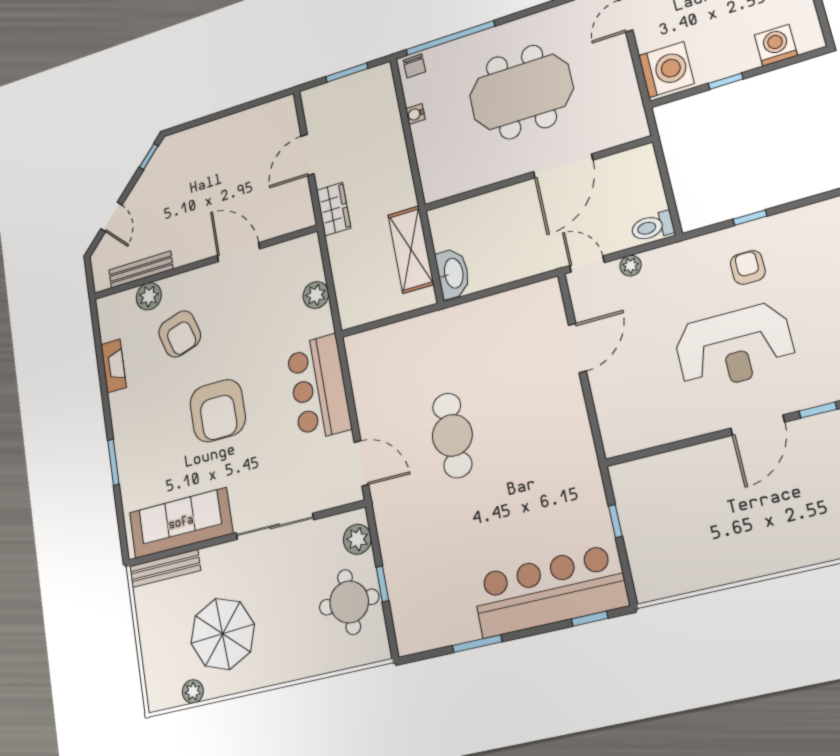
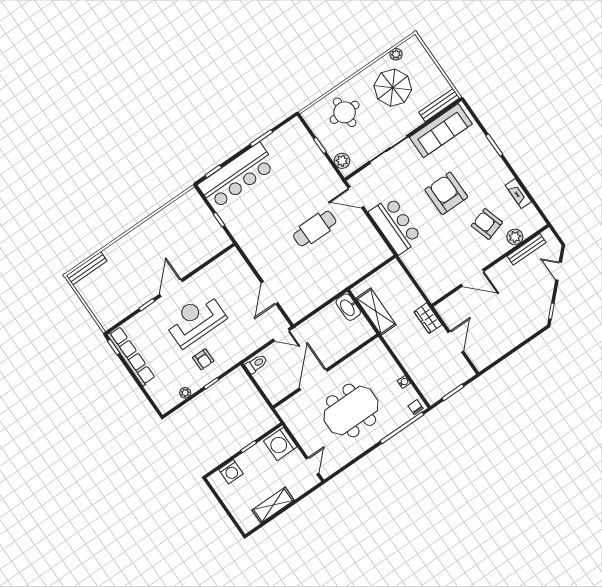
plant: (631, 266) -> (185, 393), moved
plant: (316, 295) -> (418, 271), removed
cafe table: (452, 435) -> (315, 229), turned 90
round table: (349, 602) -> (345, 112), moved

